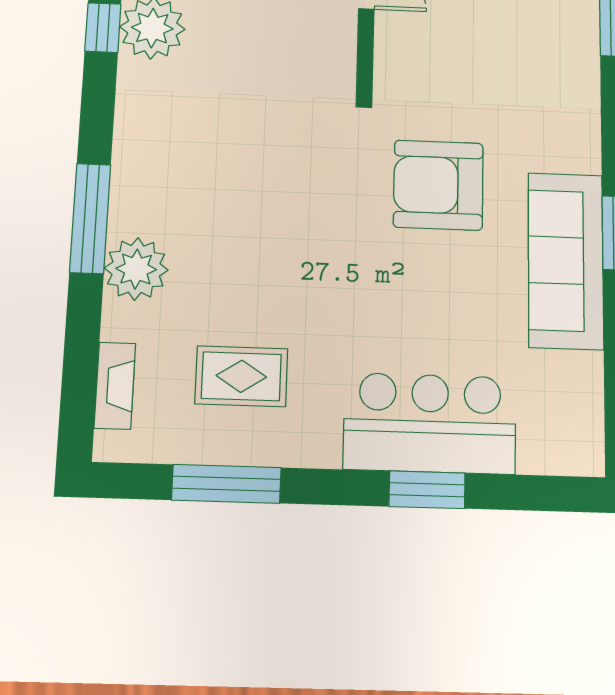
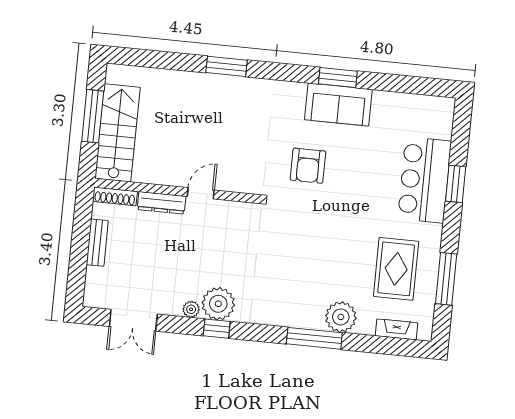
armchair: (438, 185) -> (308, 166), width x0.73, depth x0.73
sofa: (566, 261) -> (338, 105), width x0.73
rug: (241, 376) -> (396, 269), width x1.36, depth x1.43

